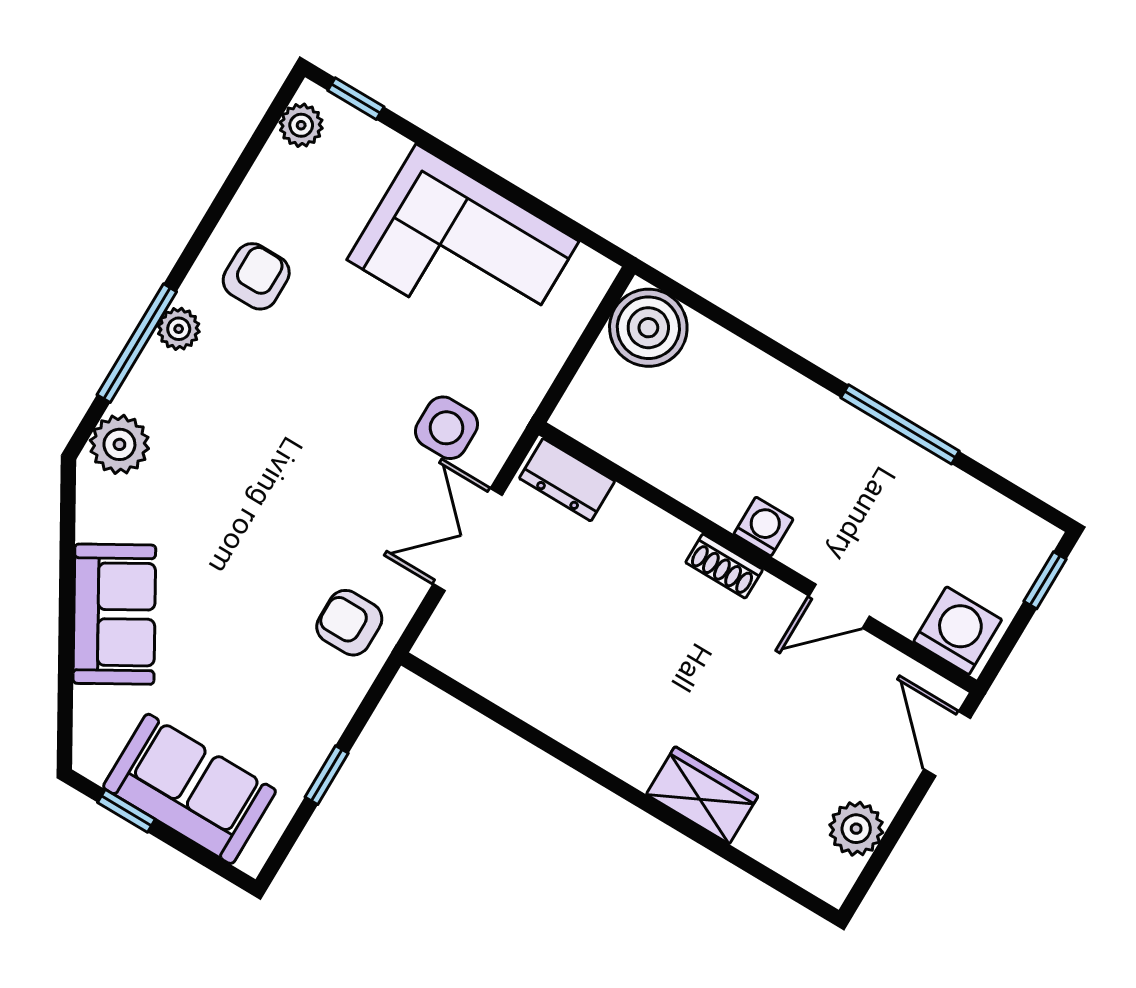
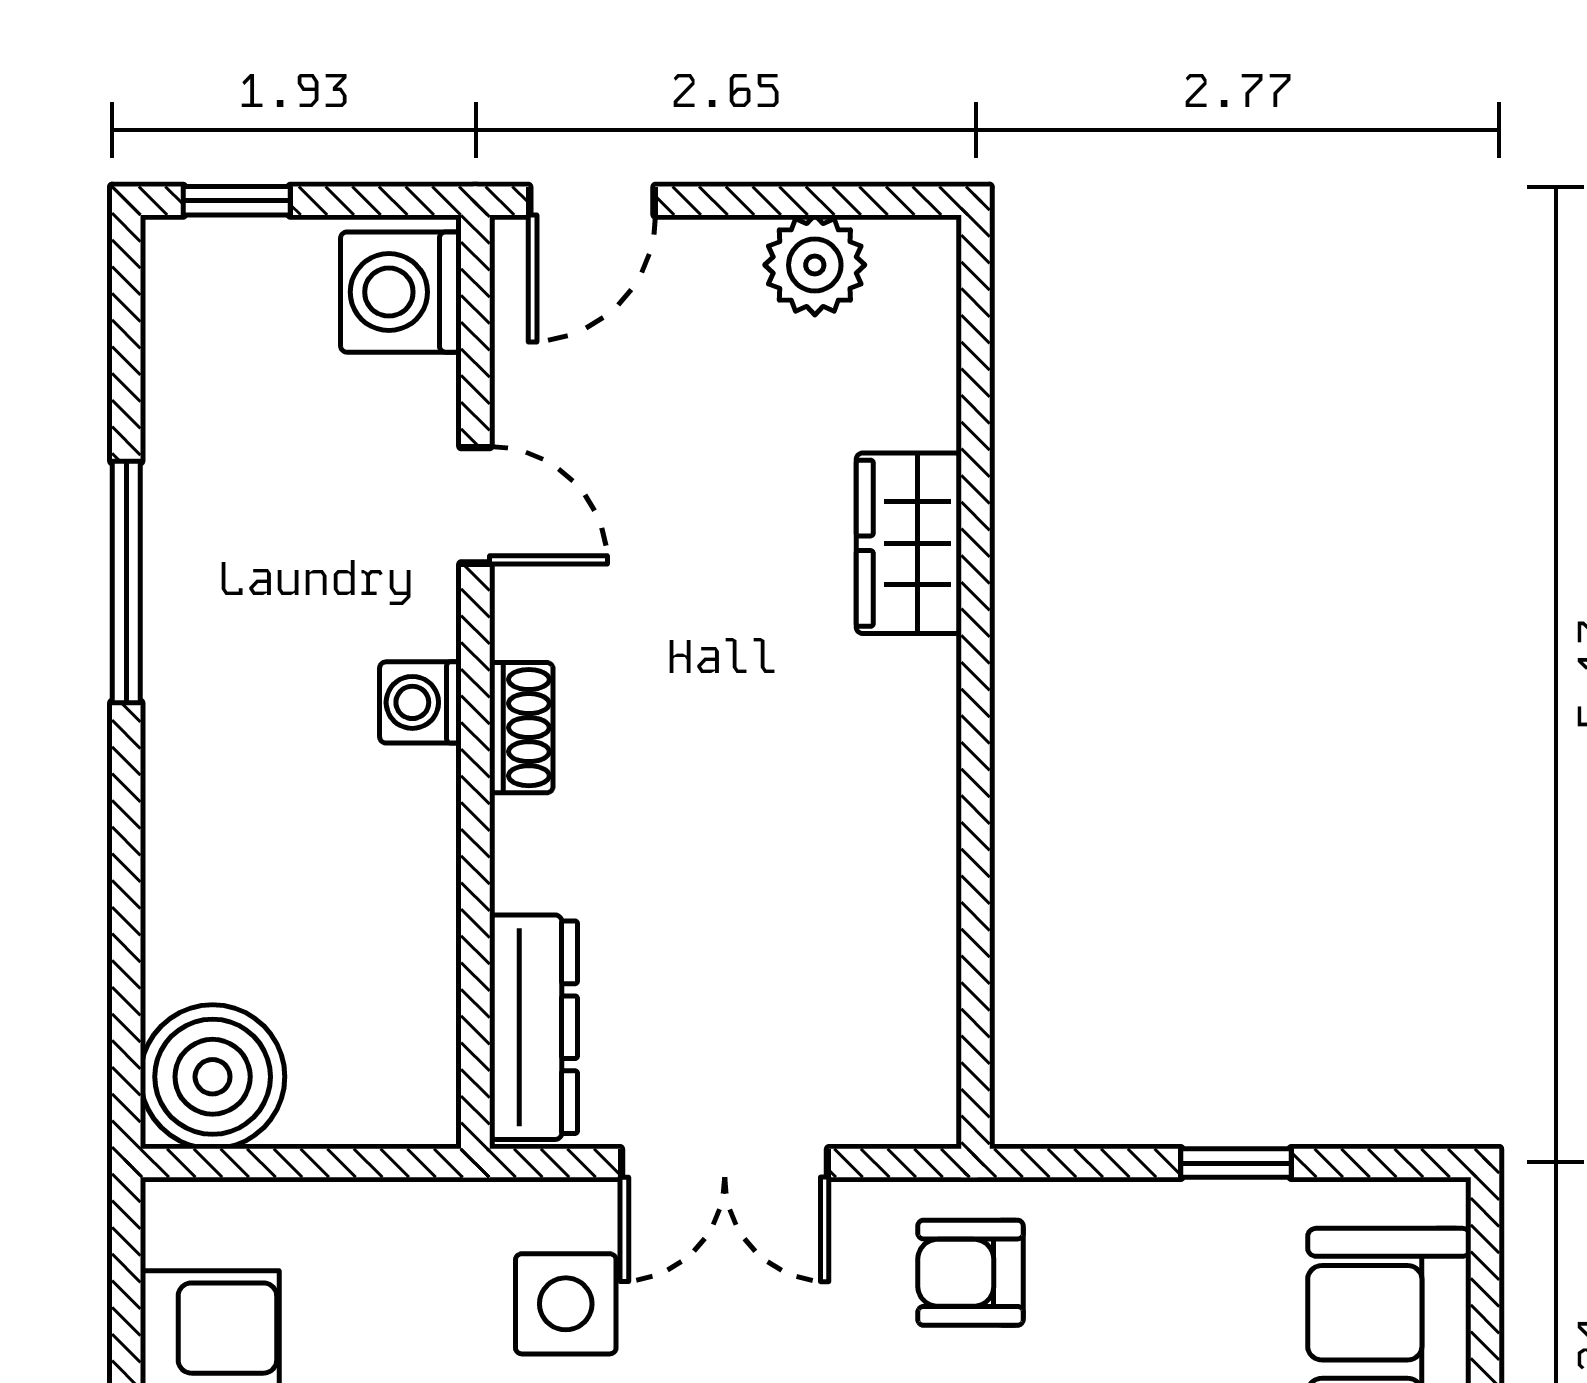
dresser: (567, 480) -> (533, 1027), width x1.44
armchair: (349, 623) -> (970, 1273), turned 90

